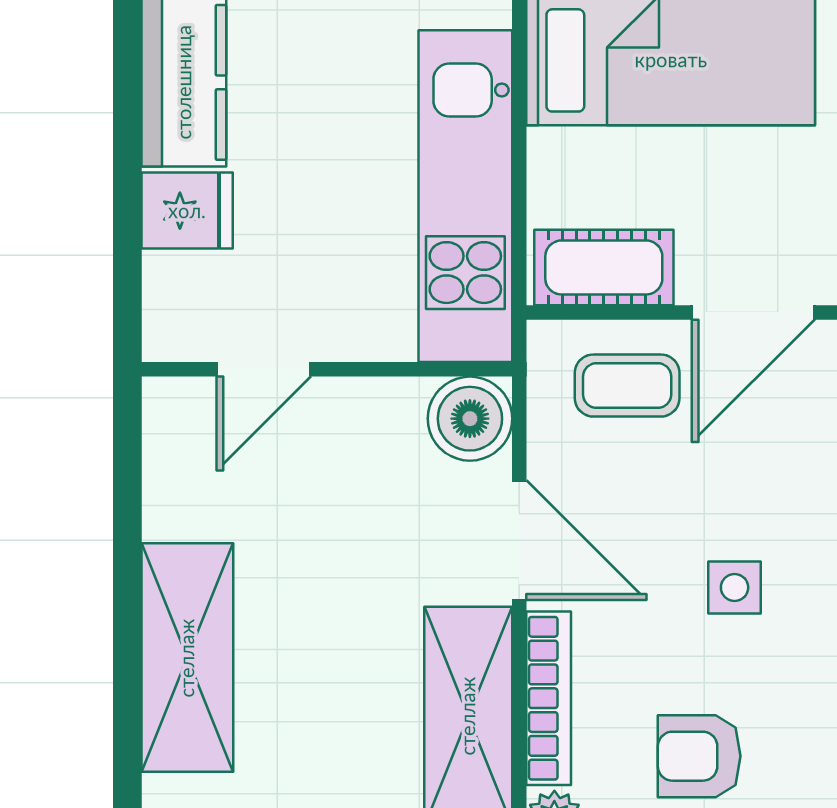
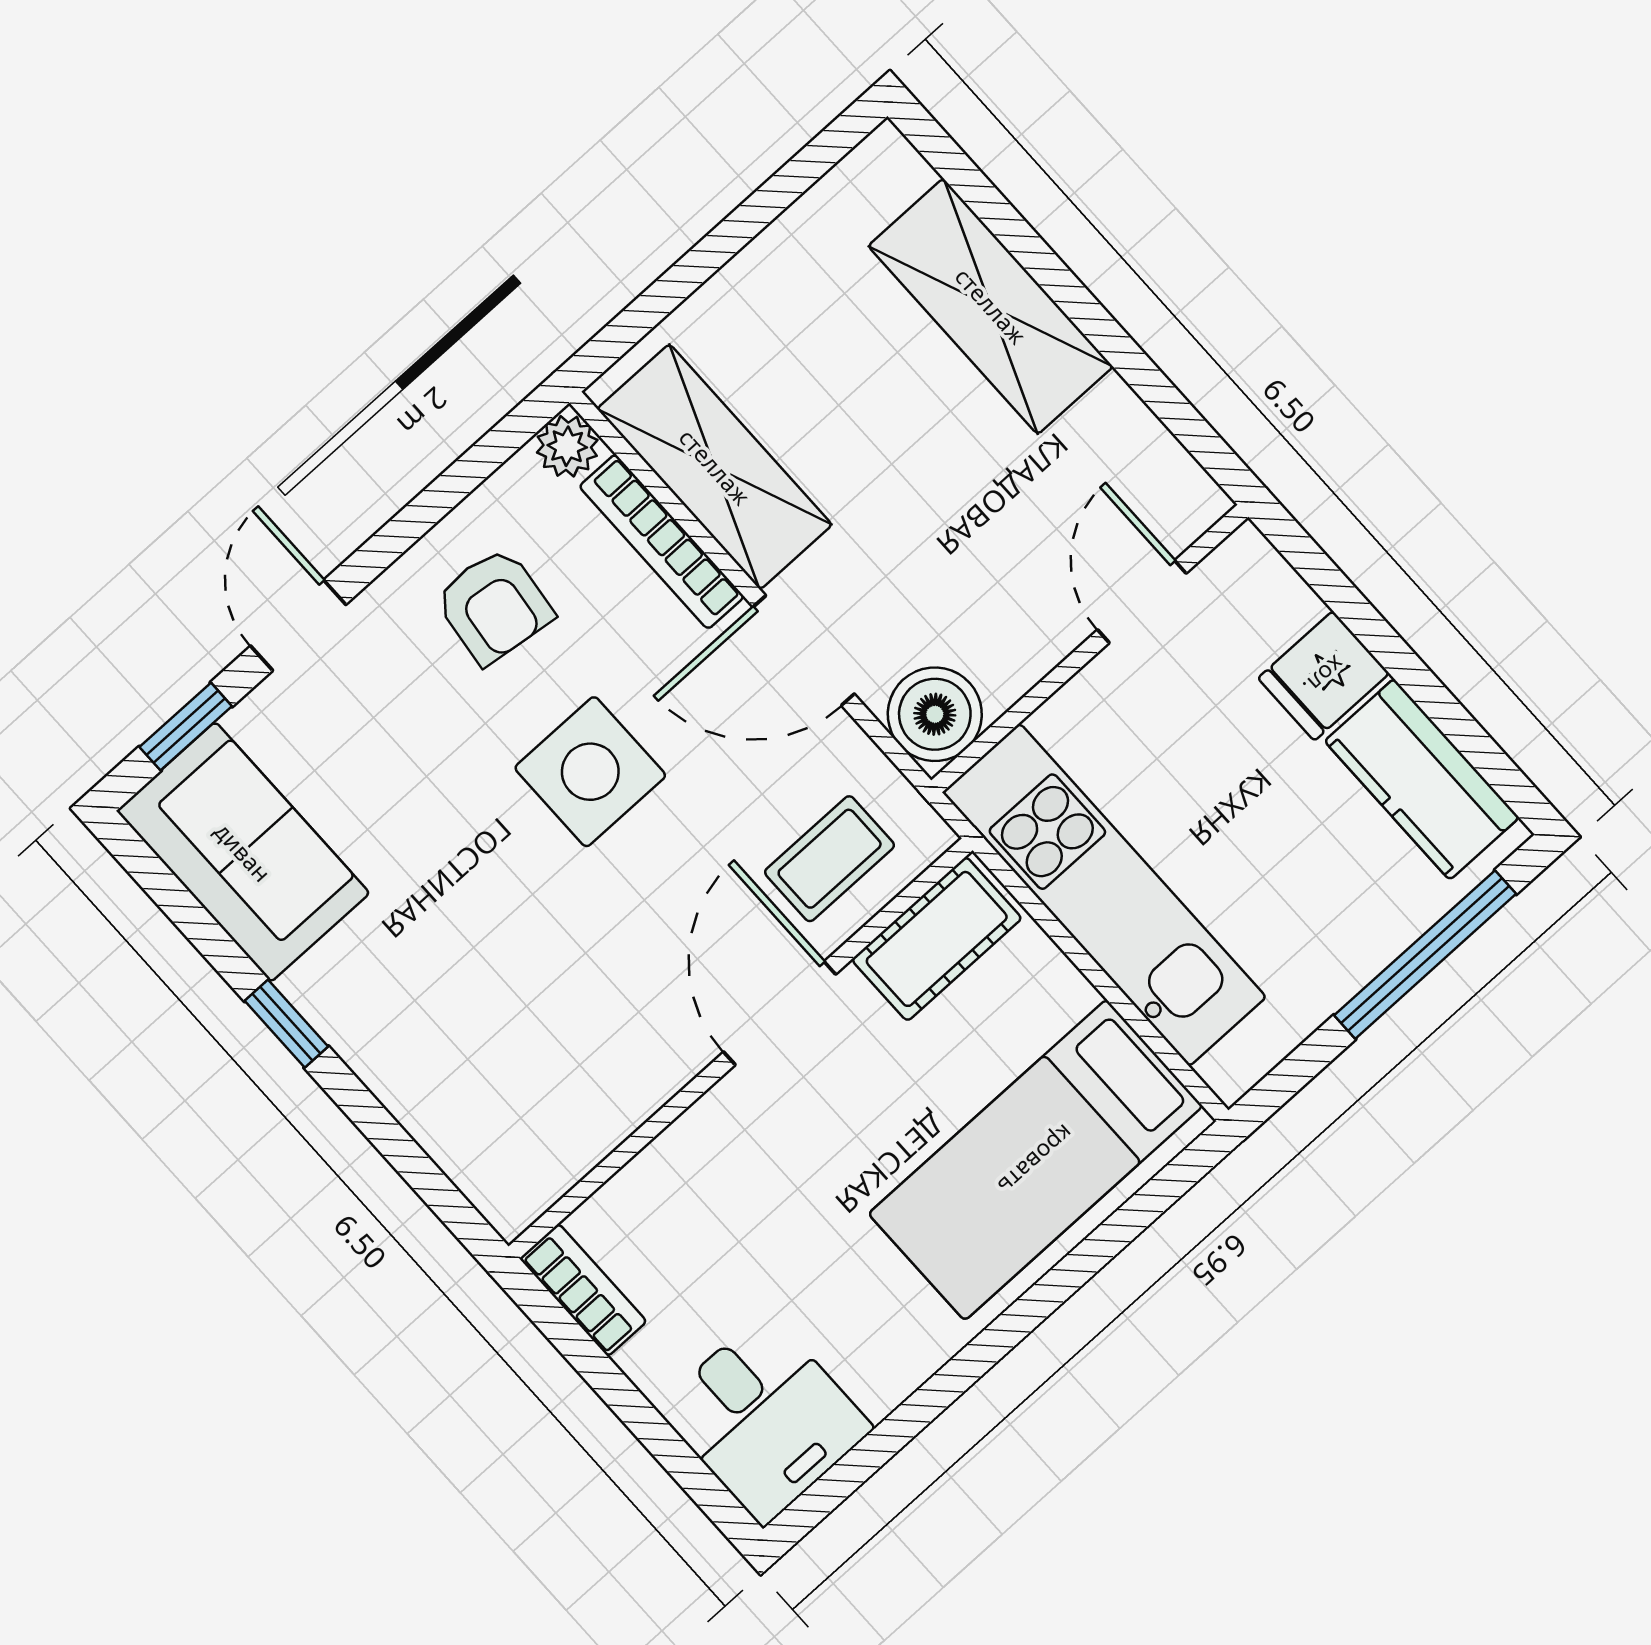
side table: (735, 587) -> (590, 772), width x1.87, depth x1.87
armchair: (699, 756) -> (494, 606), turned 97

